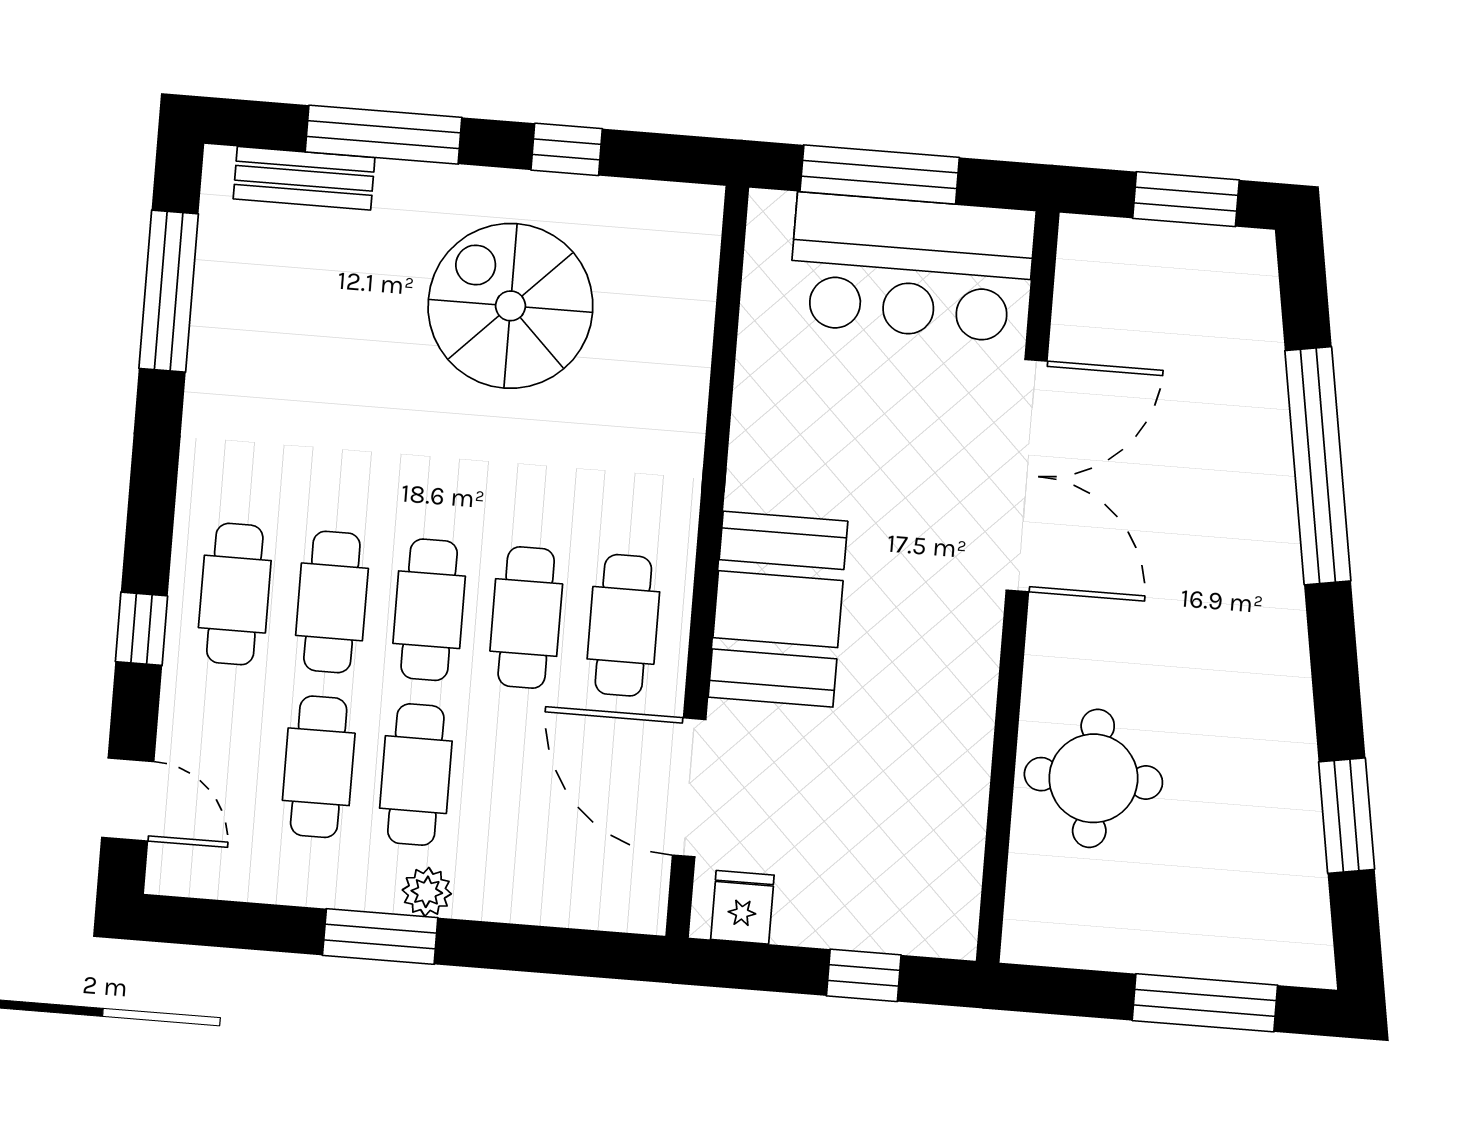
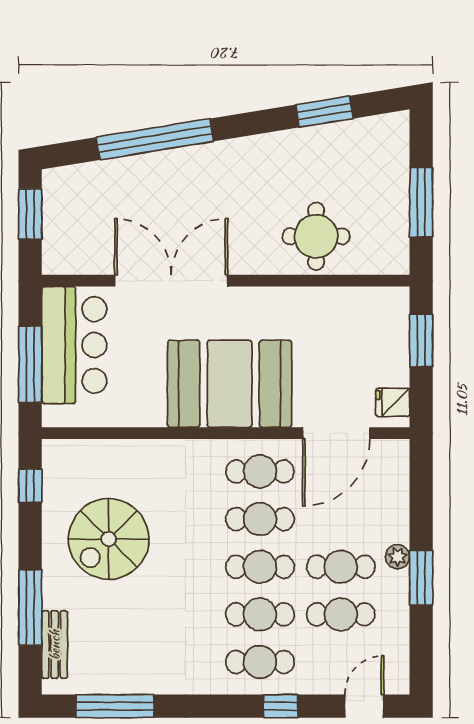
window: (567, 149) -> (30, 486), moved
booth: (778, 609) -> (230, 384), width x1.36, depth x1.42
window: (864, 975) -> (421, 341), width x1.50
window: (1205, 1003) -> (421, 202), moved

